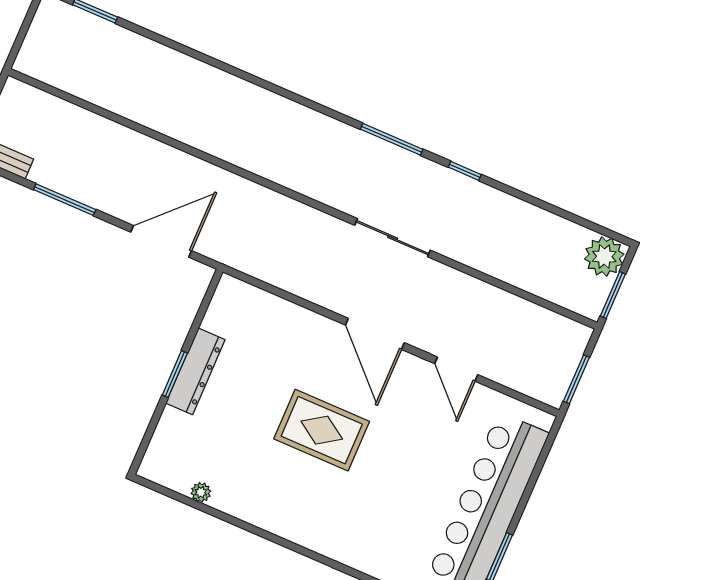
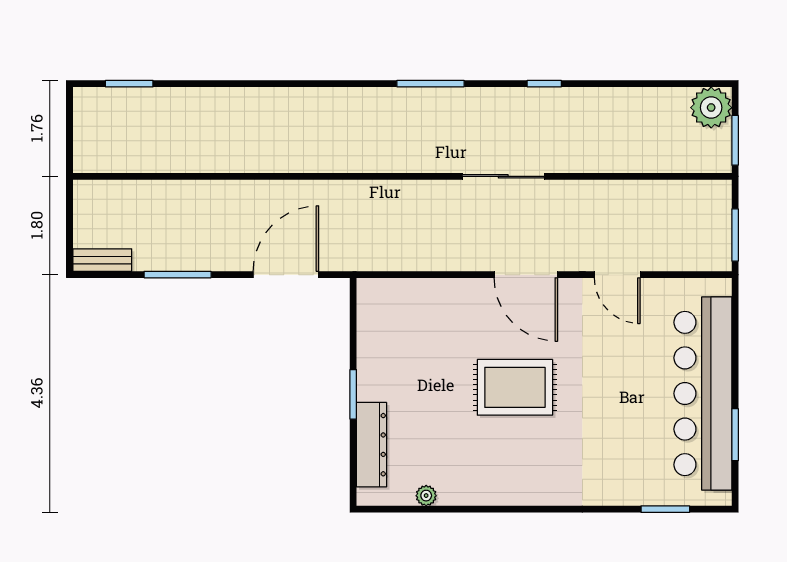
window: (392, 139) -> (430, 84), moved
dresser: (195, 371) -> (371, 445), moved

